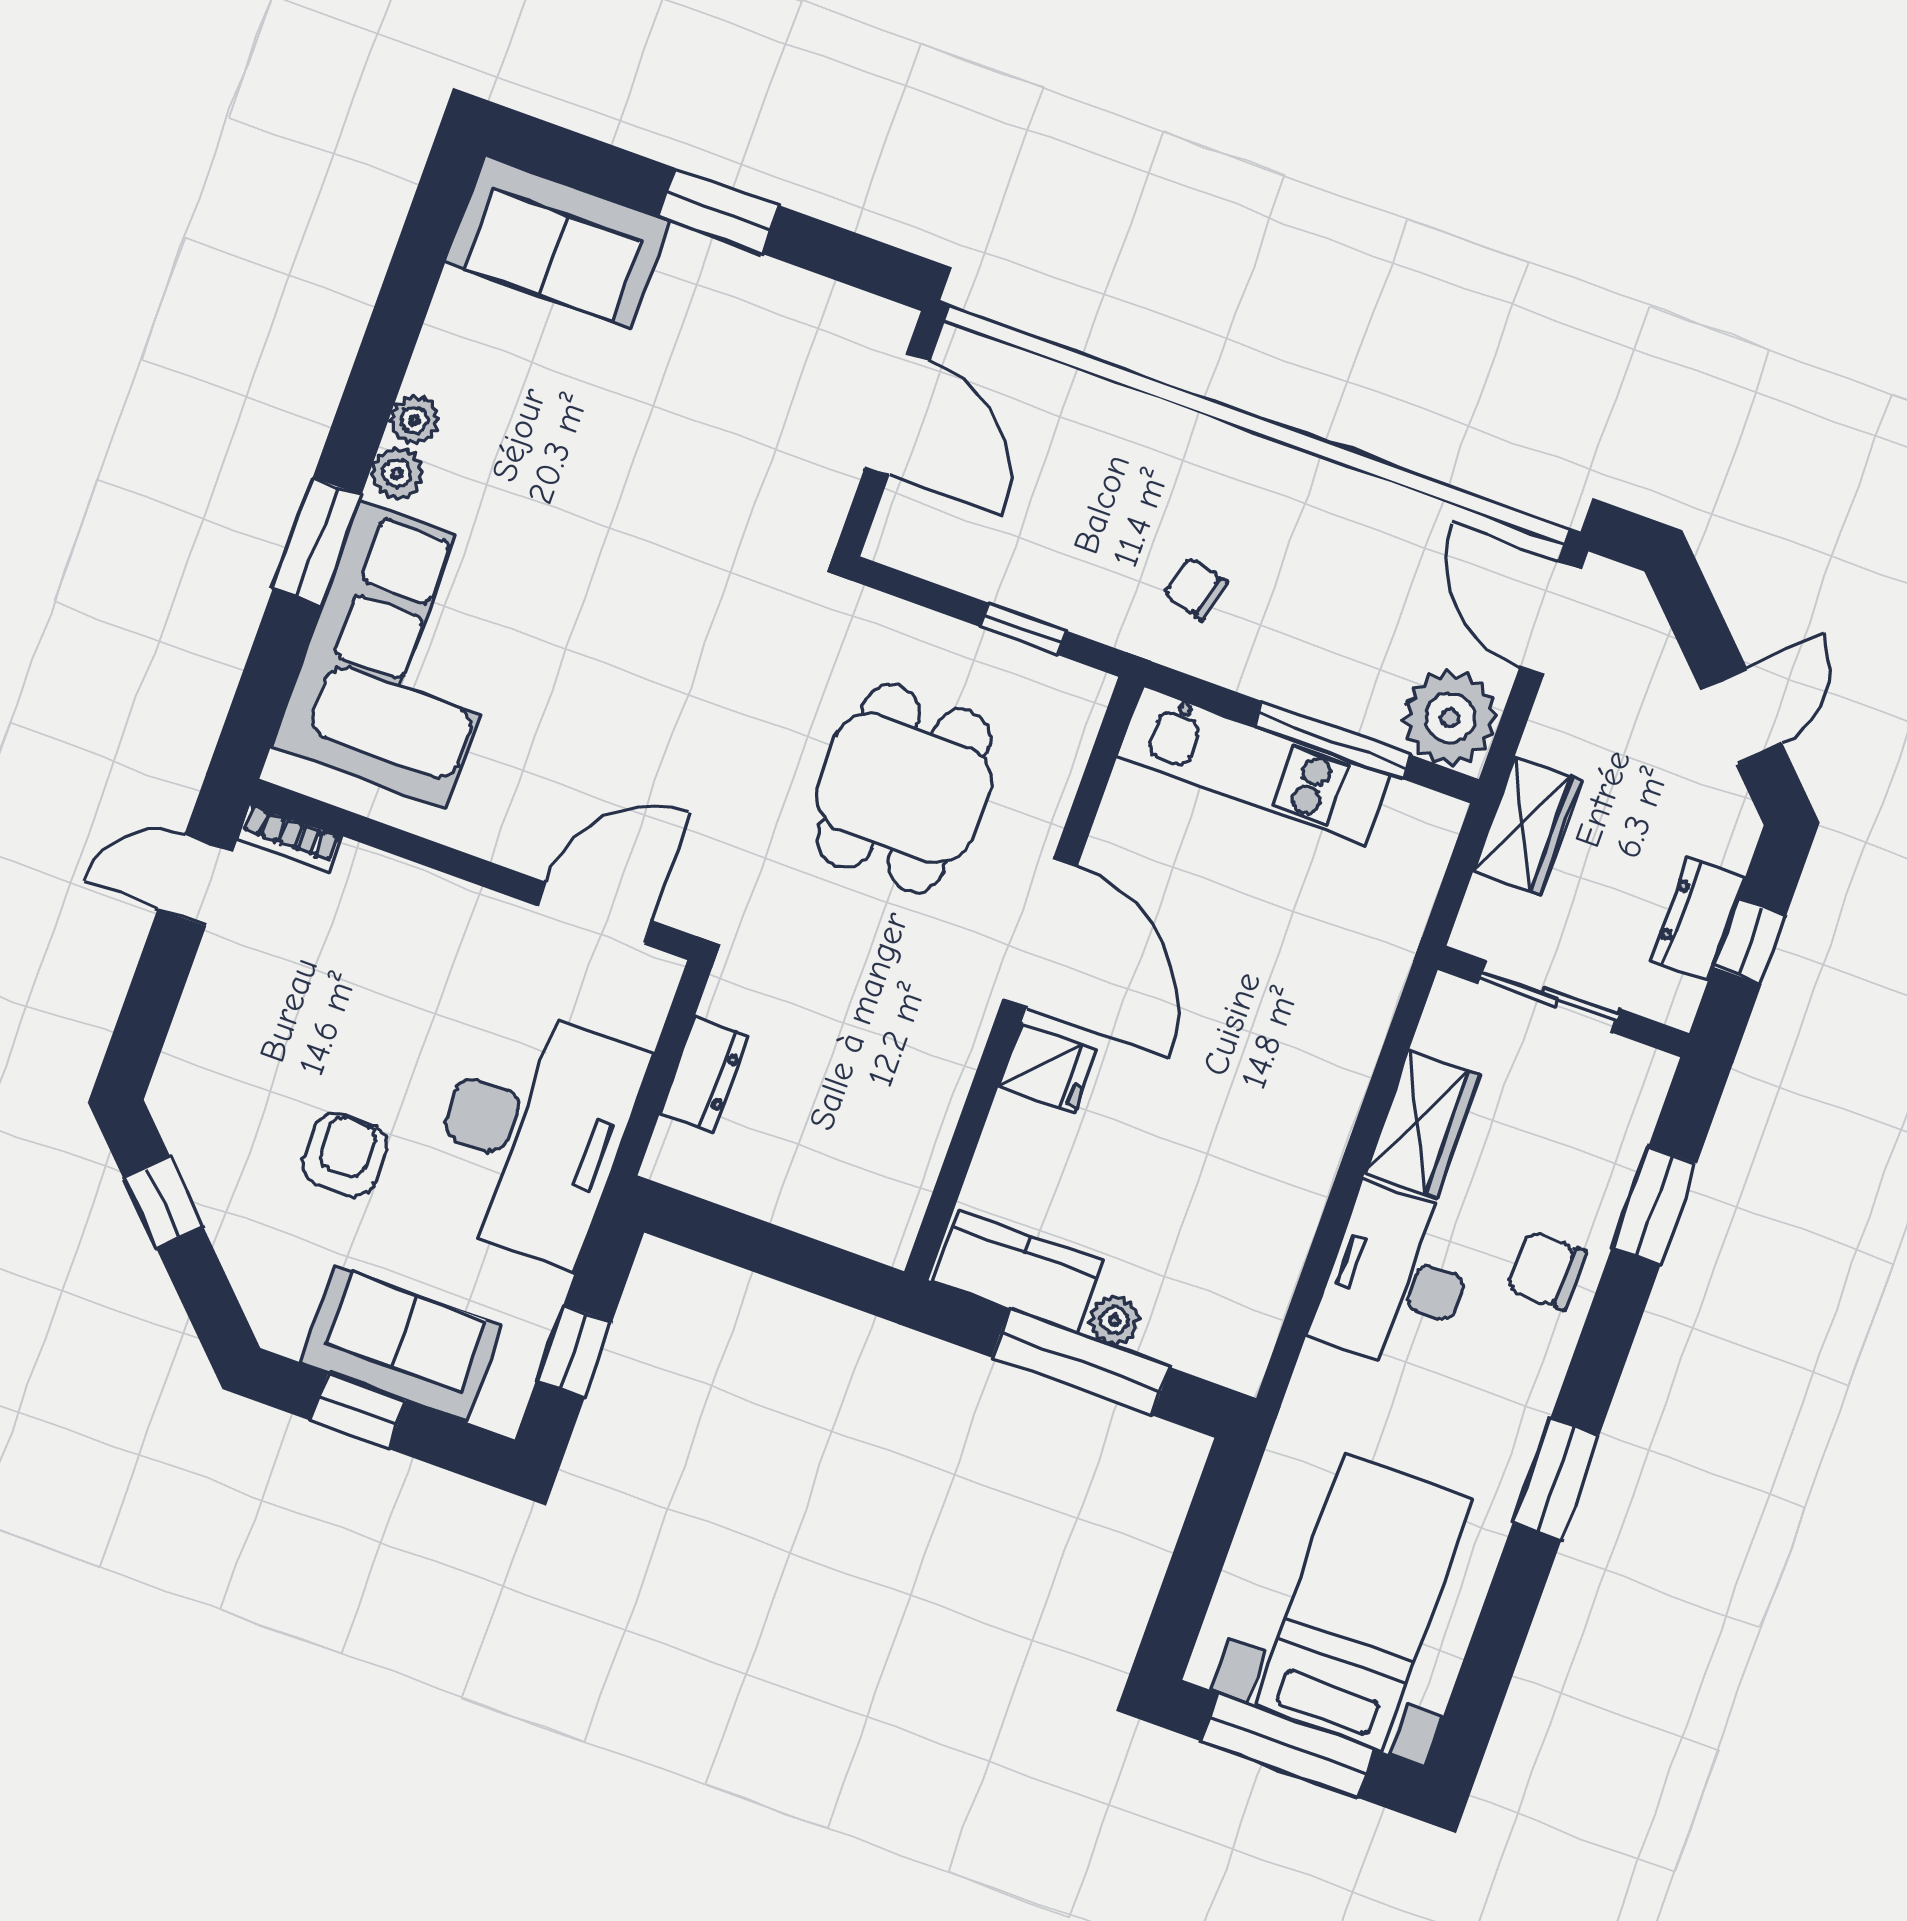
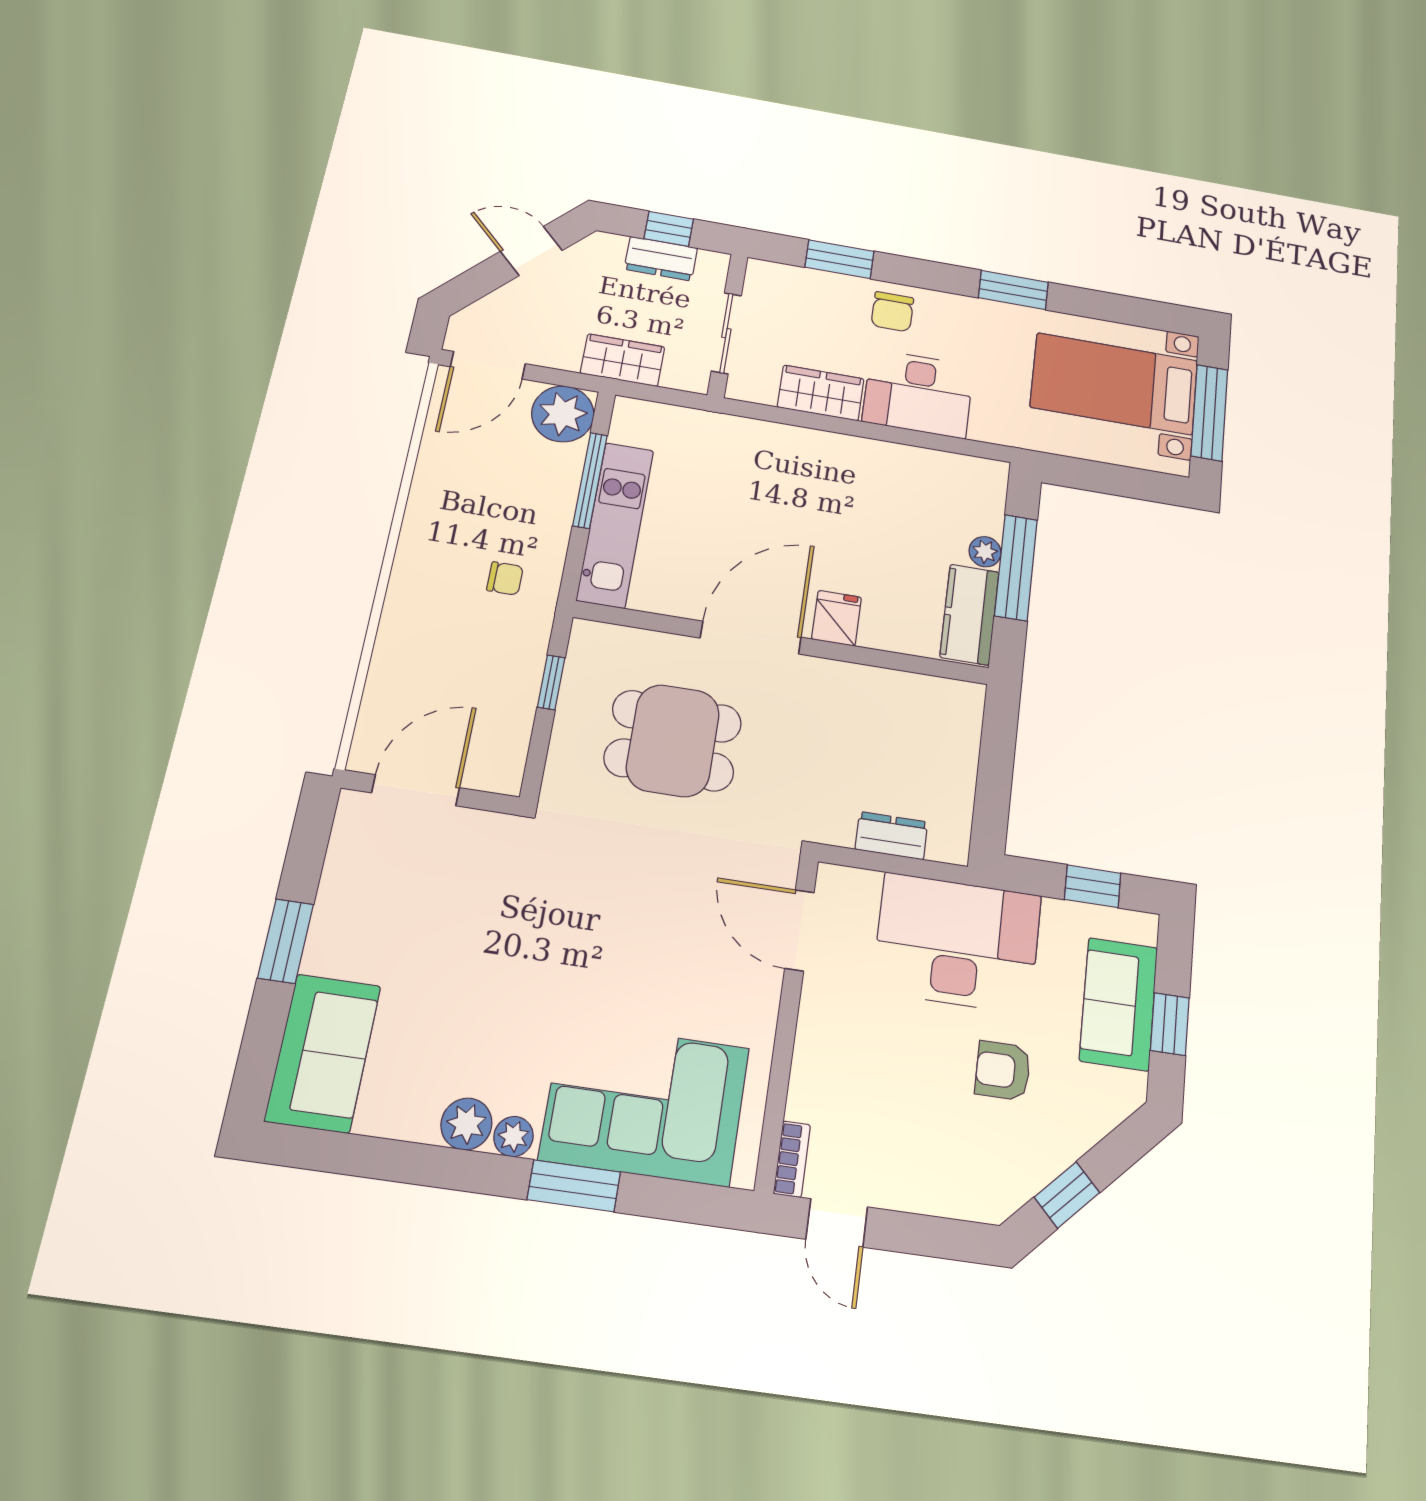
plant: (414, 420) -> (466, 1124), width x1.38, depth x1.38
chair: (1196, 588) -> (505, 578), turned -105

